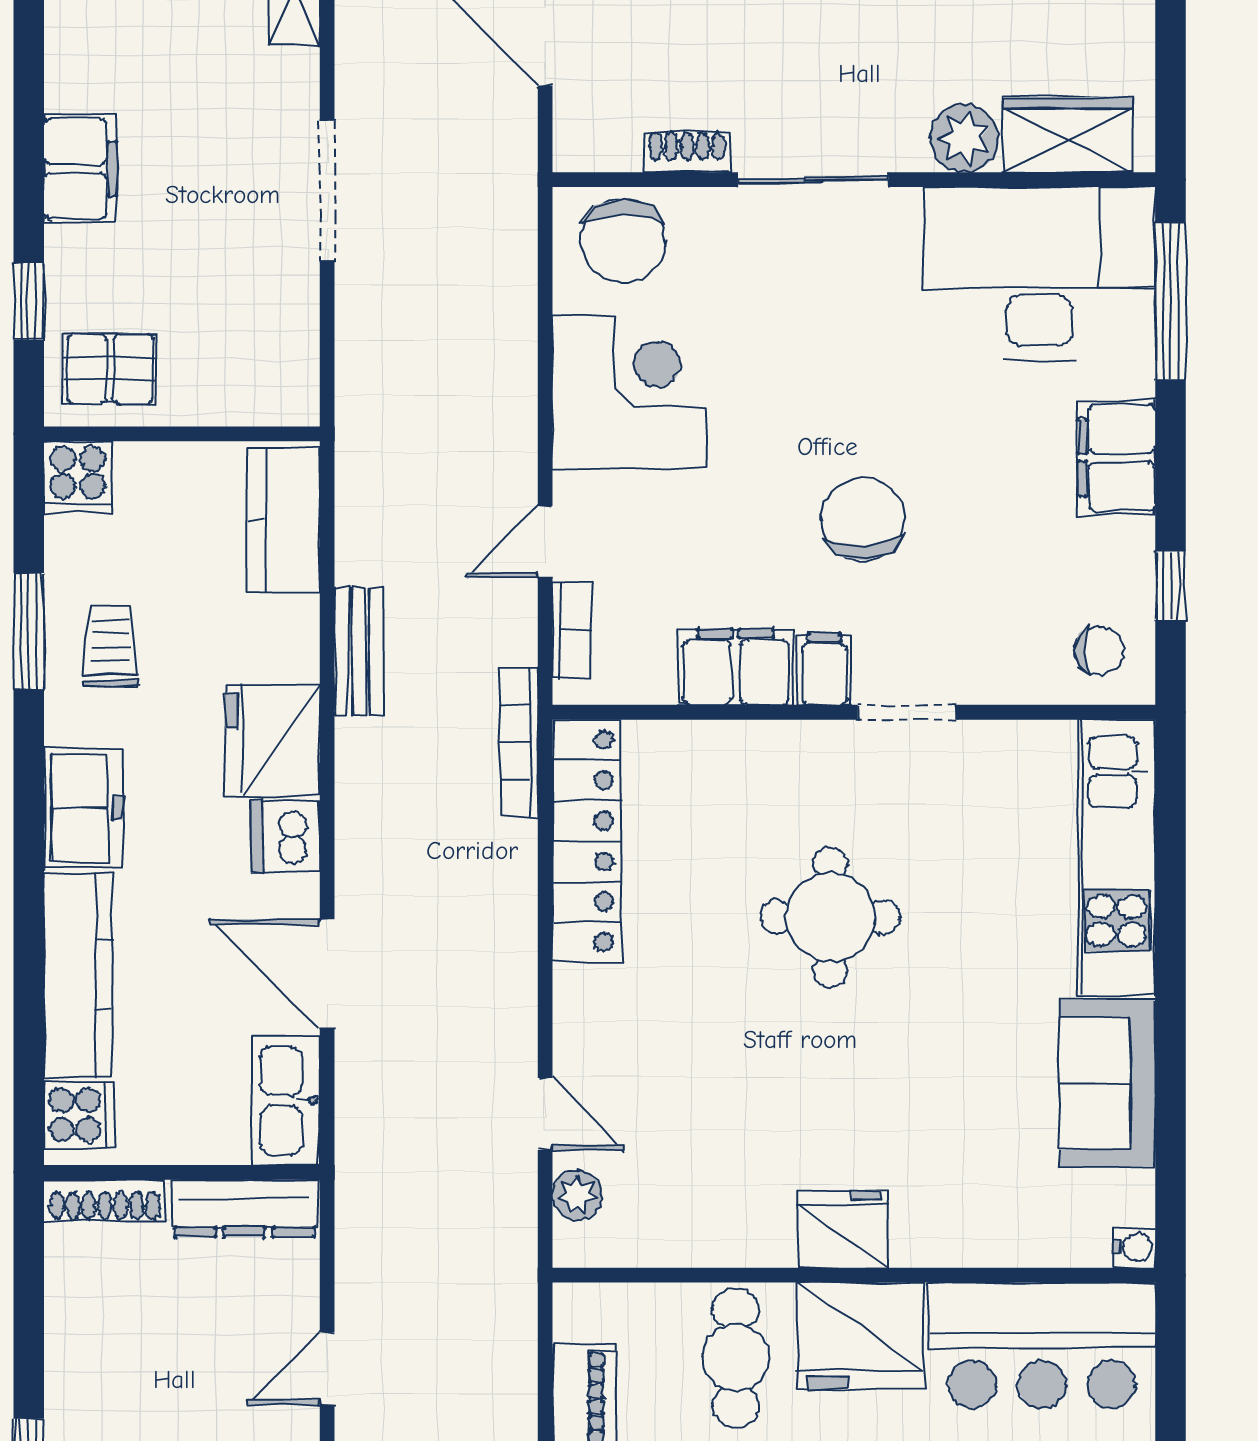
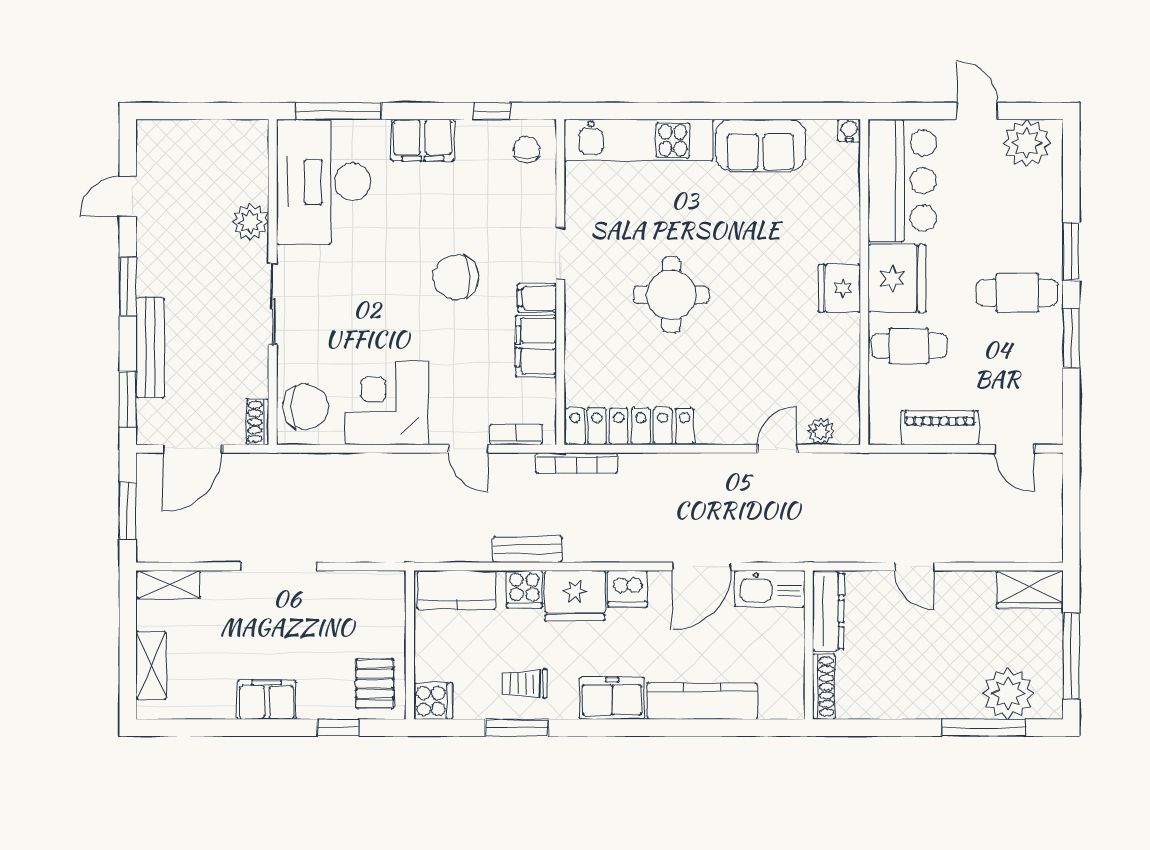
wardrobe: (1068, 135) -> (248, 166), removed
shoe rack: (687, 152) -> (258, 422), moved
cooker: (79, 1115) -> (524, 589), moved, turned 180

